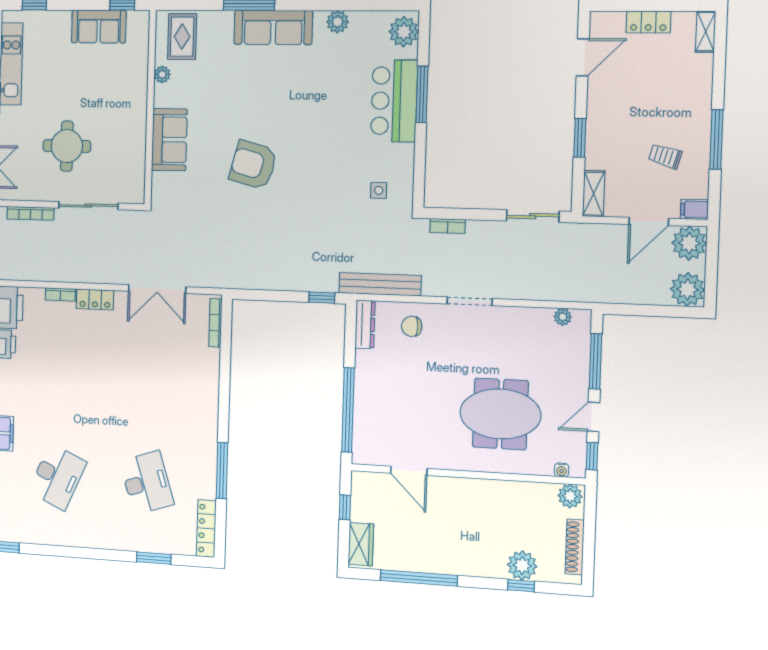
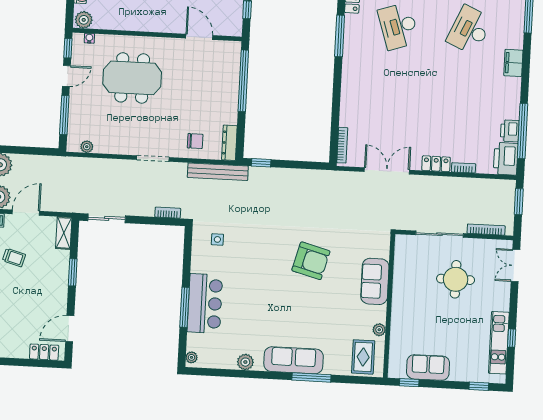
locker: (648, 22) -> (44, 352), moved
plant: (404, 32) -> (191, 357), width x0.53, depth x0.53

